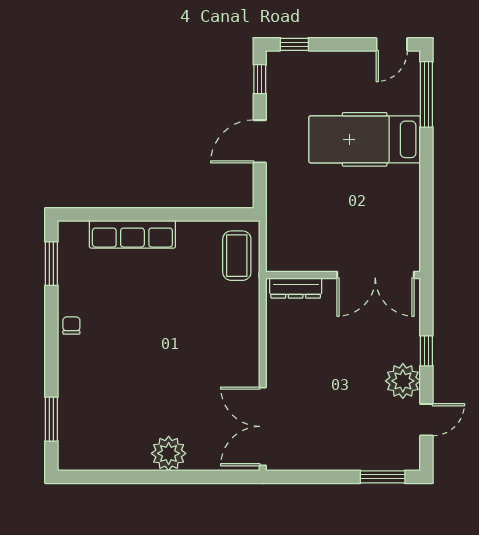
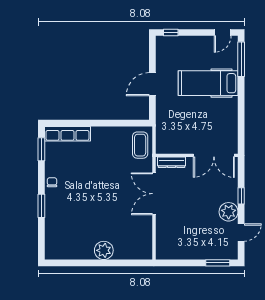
window: (260, 79) -> (152, 51), removed
row of seats: (132, 234) -> (67, 134), moved
window: (51, 419) -> (41, 206), moved
double door: (263, 426) -> (154, 194), moved

